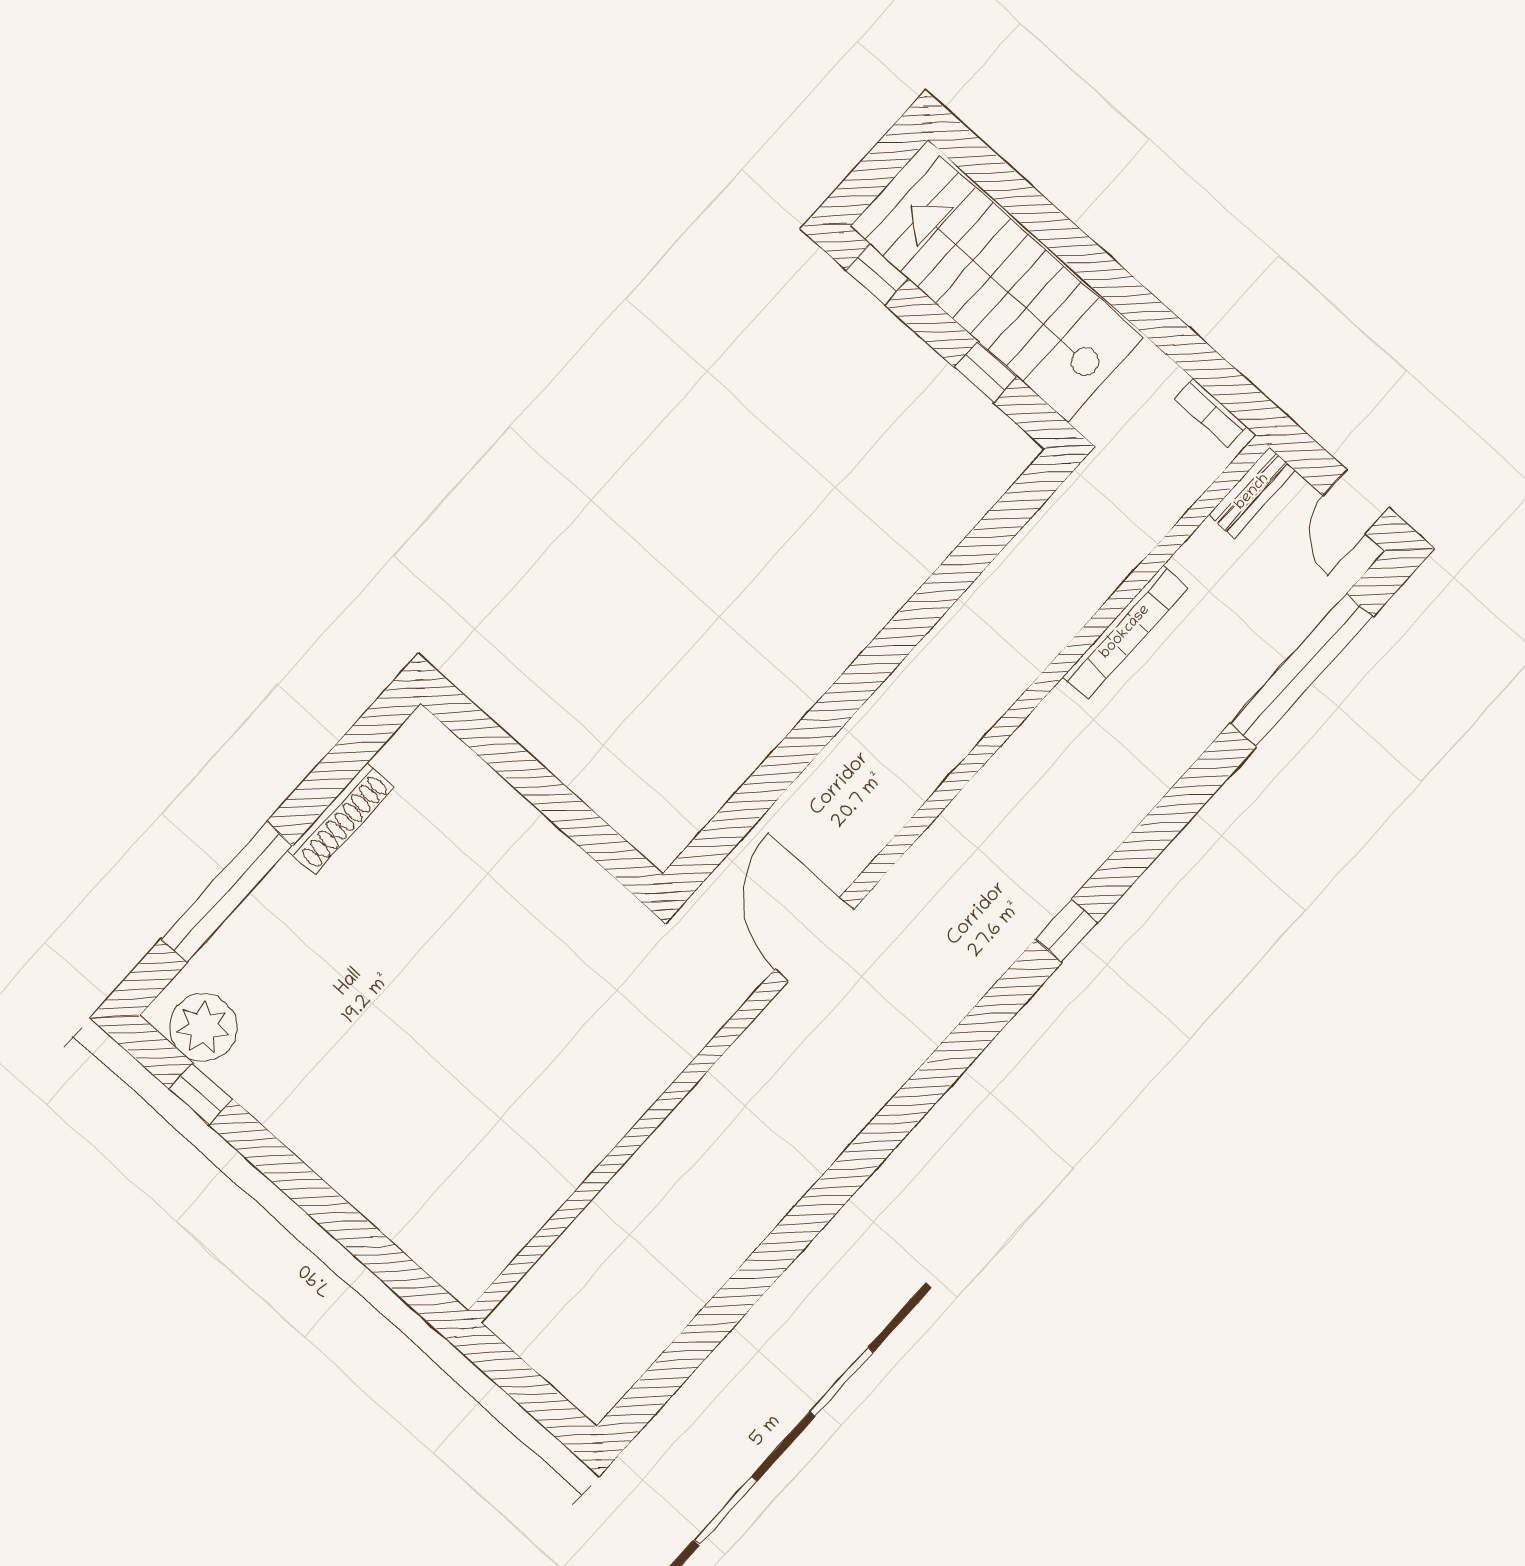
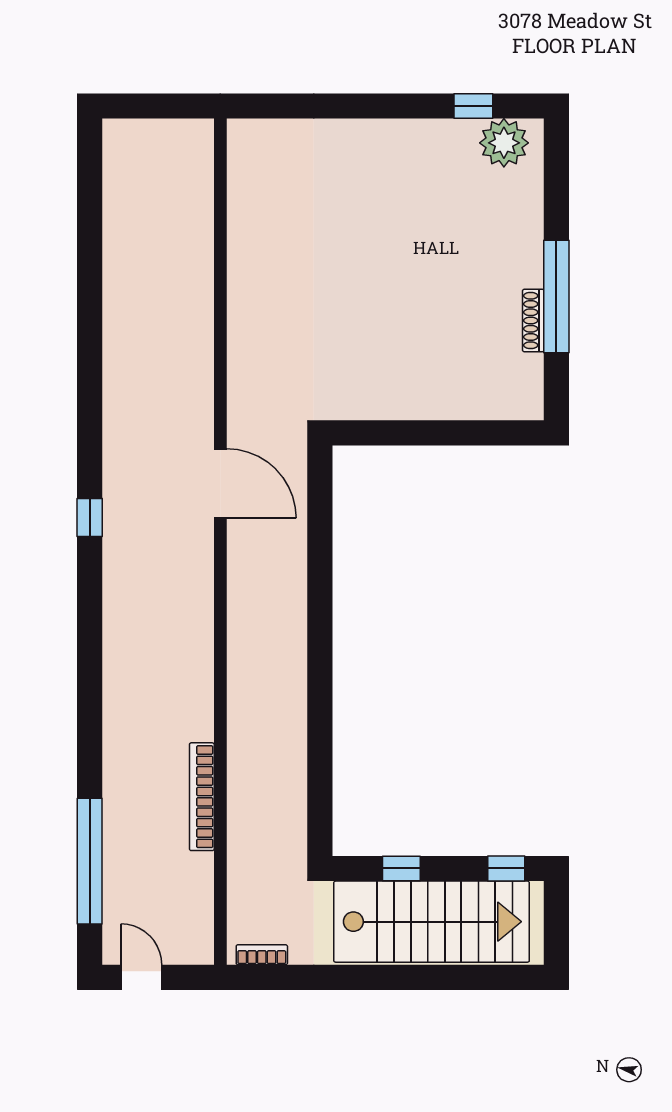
bench: (1252, 492) -> (202, 932), removed
shoe rack: (341, 818) -> (533, 320), width x0.74, depth x0.81
window: (227, 892) -> (556, 296), moved
window: (1066, 931) -> (90, 518), moved

